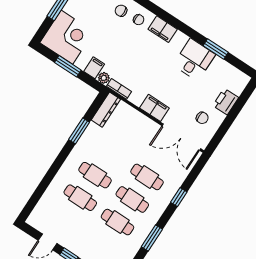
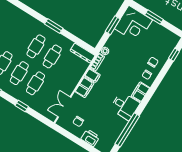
window: (216, 49) -> (127, 130), width x2.11
desk: (194, 60) -> (125, 106), moved
filing cabinet: (94, 68) -> (93, 75), moved
window: (79, 131) -> (54, 26), moved
double door: (181, 137) -> (64, 107), width x0.73
cafe table: (80, 198) -> (52, 56), moved

